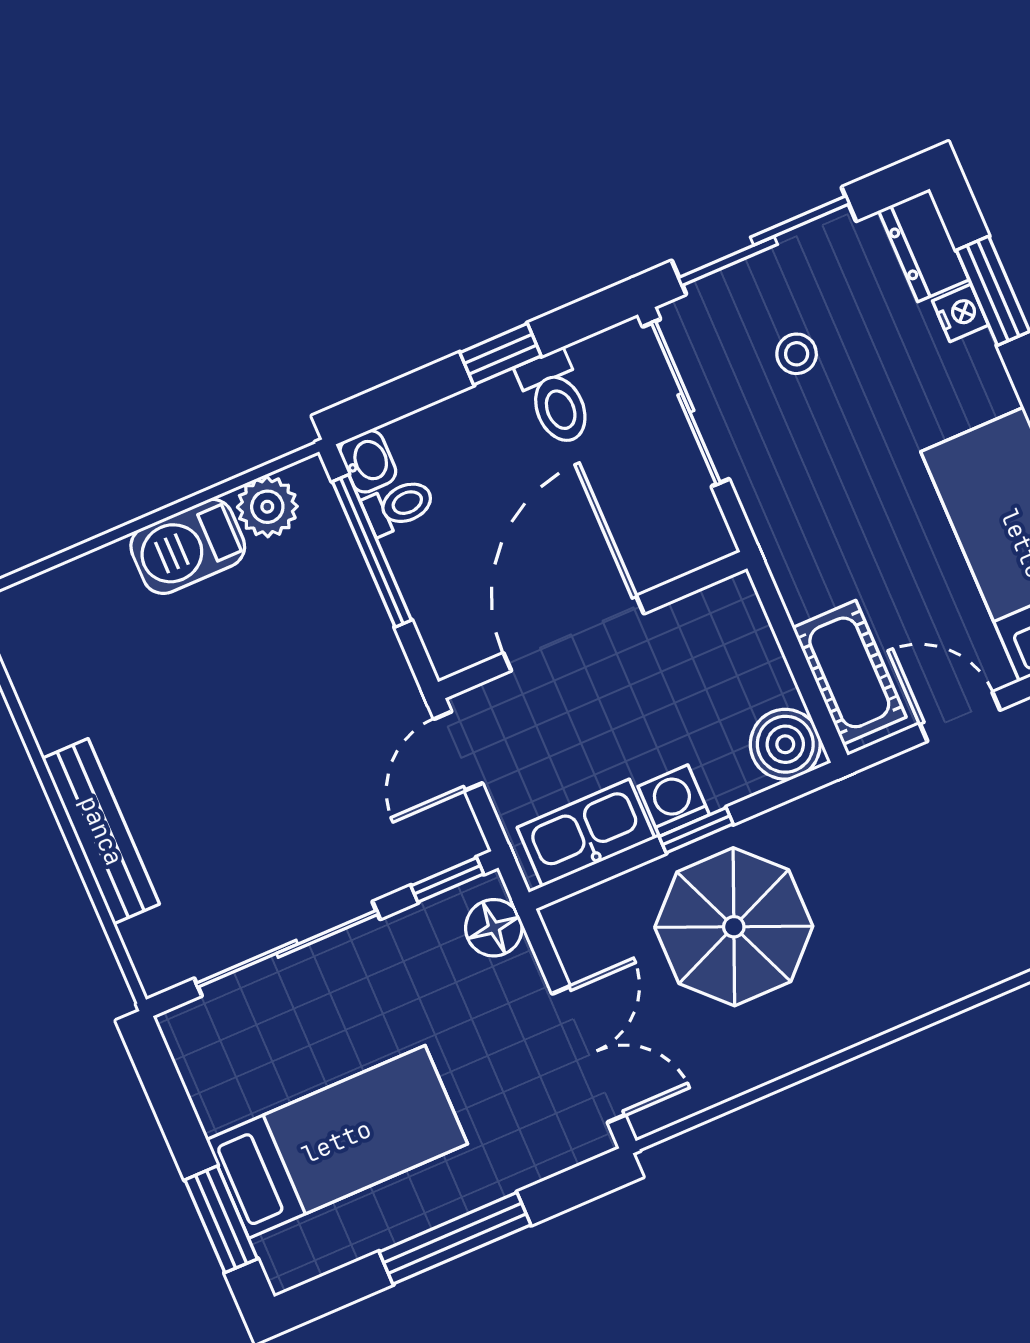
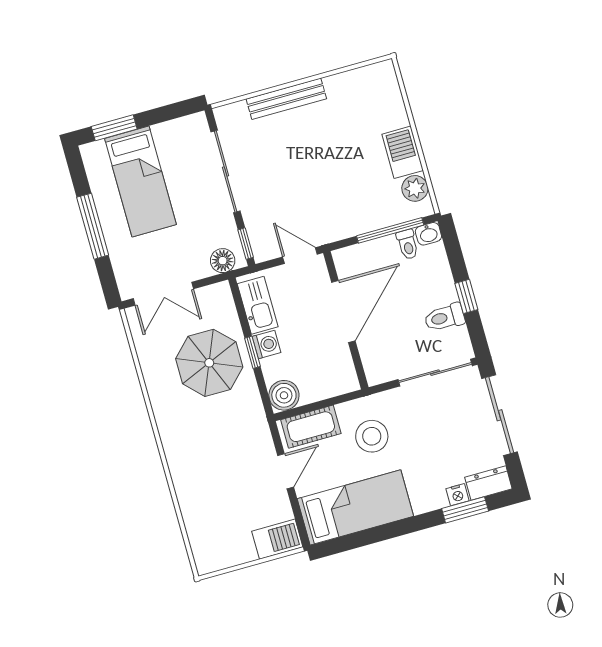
stool: (797, 354) -> (372, 436), moved, width x1.89, depth x1.89
door: (574, 633) -> (343, 312), hinge flipped

